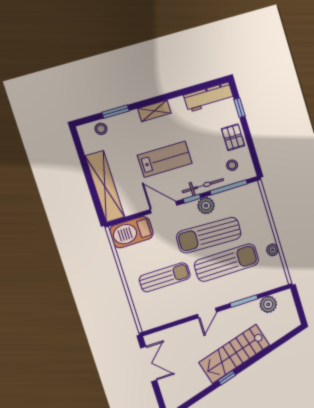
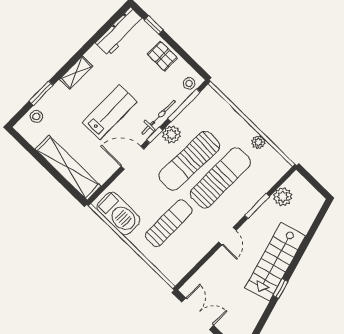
stool: (232, 165) -> (189, 83), moved
barbecue: (131, 232) -> (118, 213), moved, turned -90

